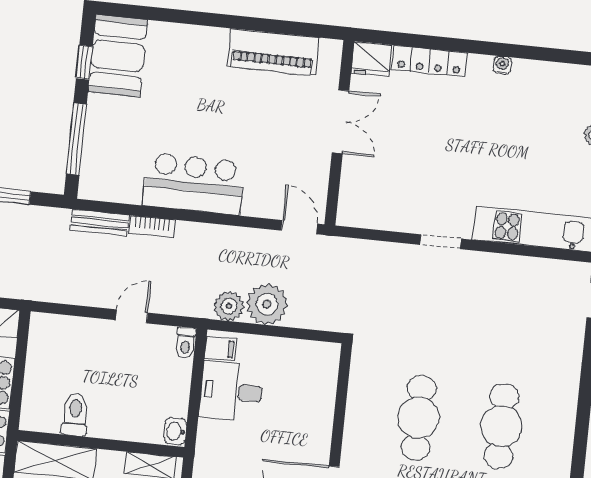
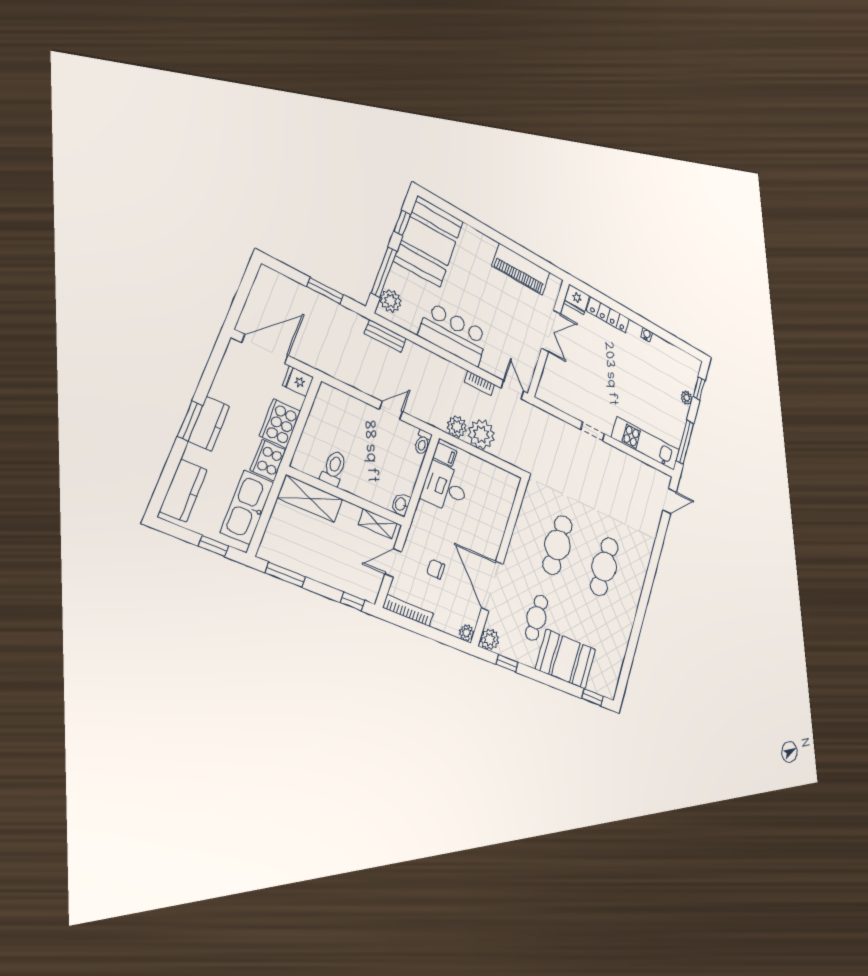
booth: (118, 56) -> (429, 241), width x1.36, depth x1.42
plant: (95, 174) -> (391, 301), added
bookcase: (152, 226) -> (480, 383), moved

